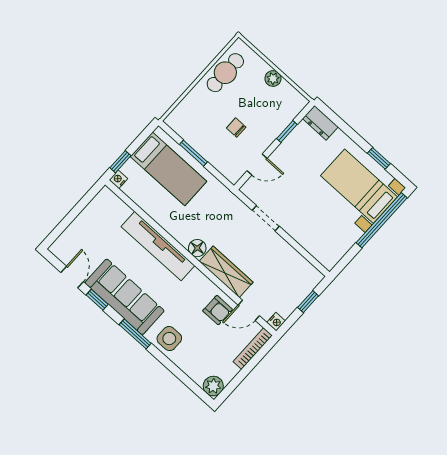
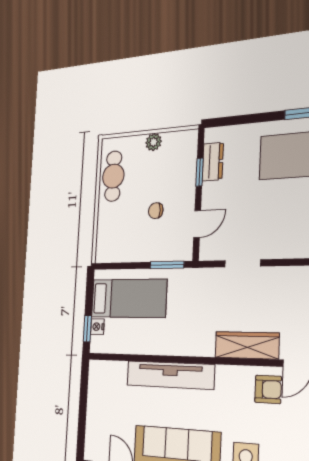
dresser: (320, 123) -> (213, 162), moved, turned -90
window: (194, 153) -> (167, 265), moved
nightstand: (118, 179) -> (97, 327), moved
floor lamp: (197, 248) -> (204, 346), removed

